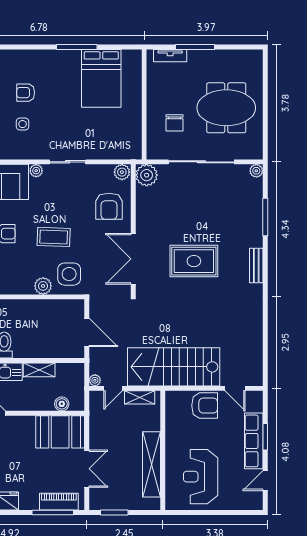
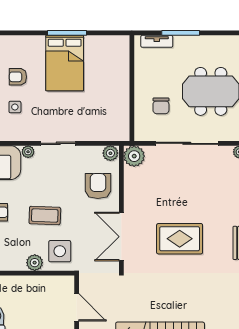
bed: (101, 78) -> (65, 63), moved
armchair: (109, 206) -> (98, 186), turned 180

